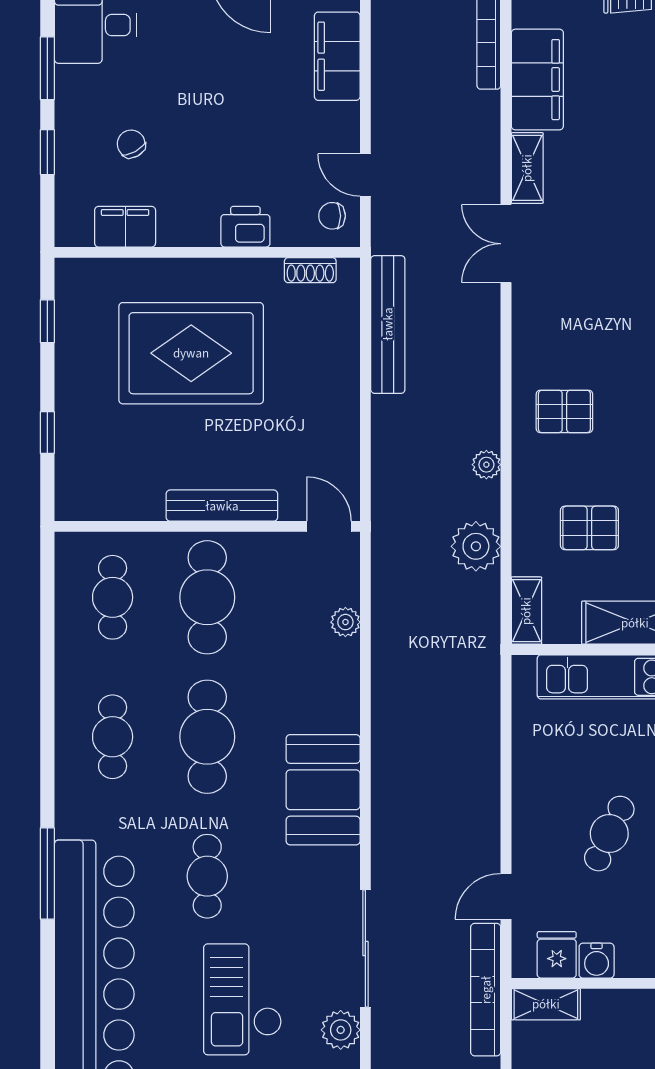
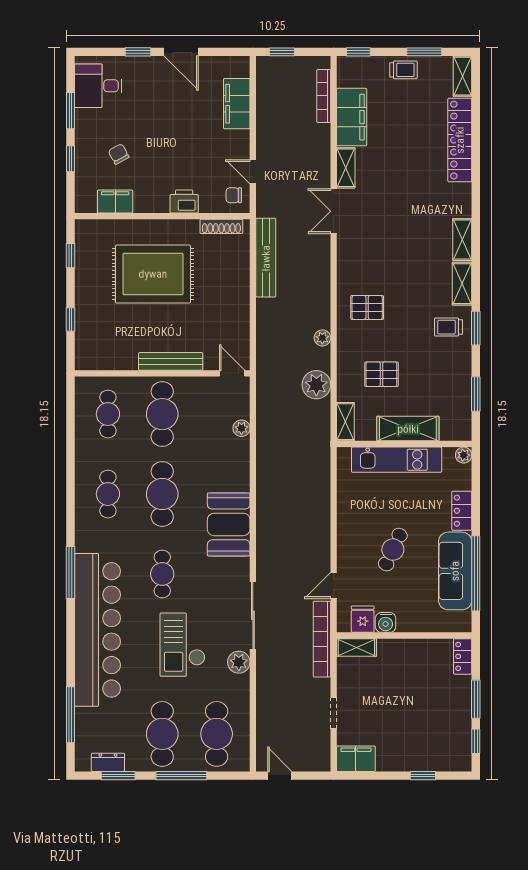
shoe rack: (310, 270) -> (221, 226), width x1.43

